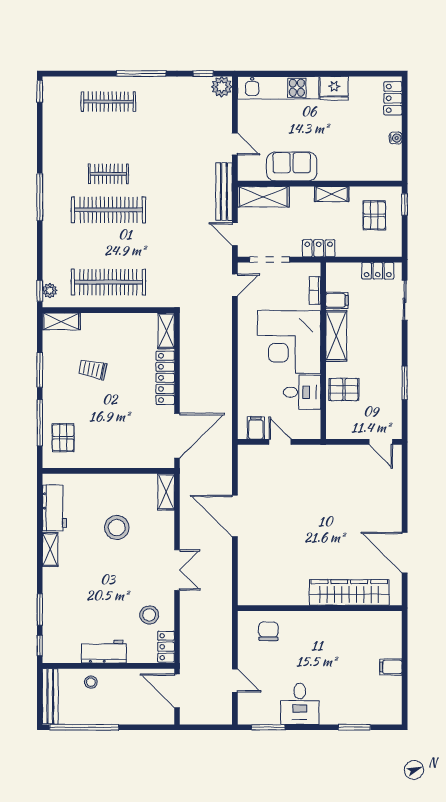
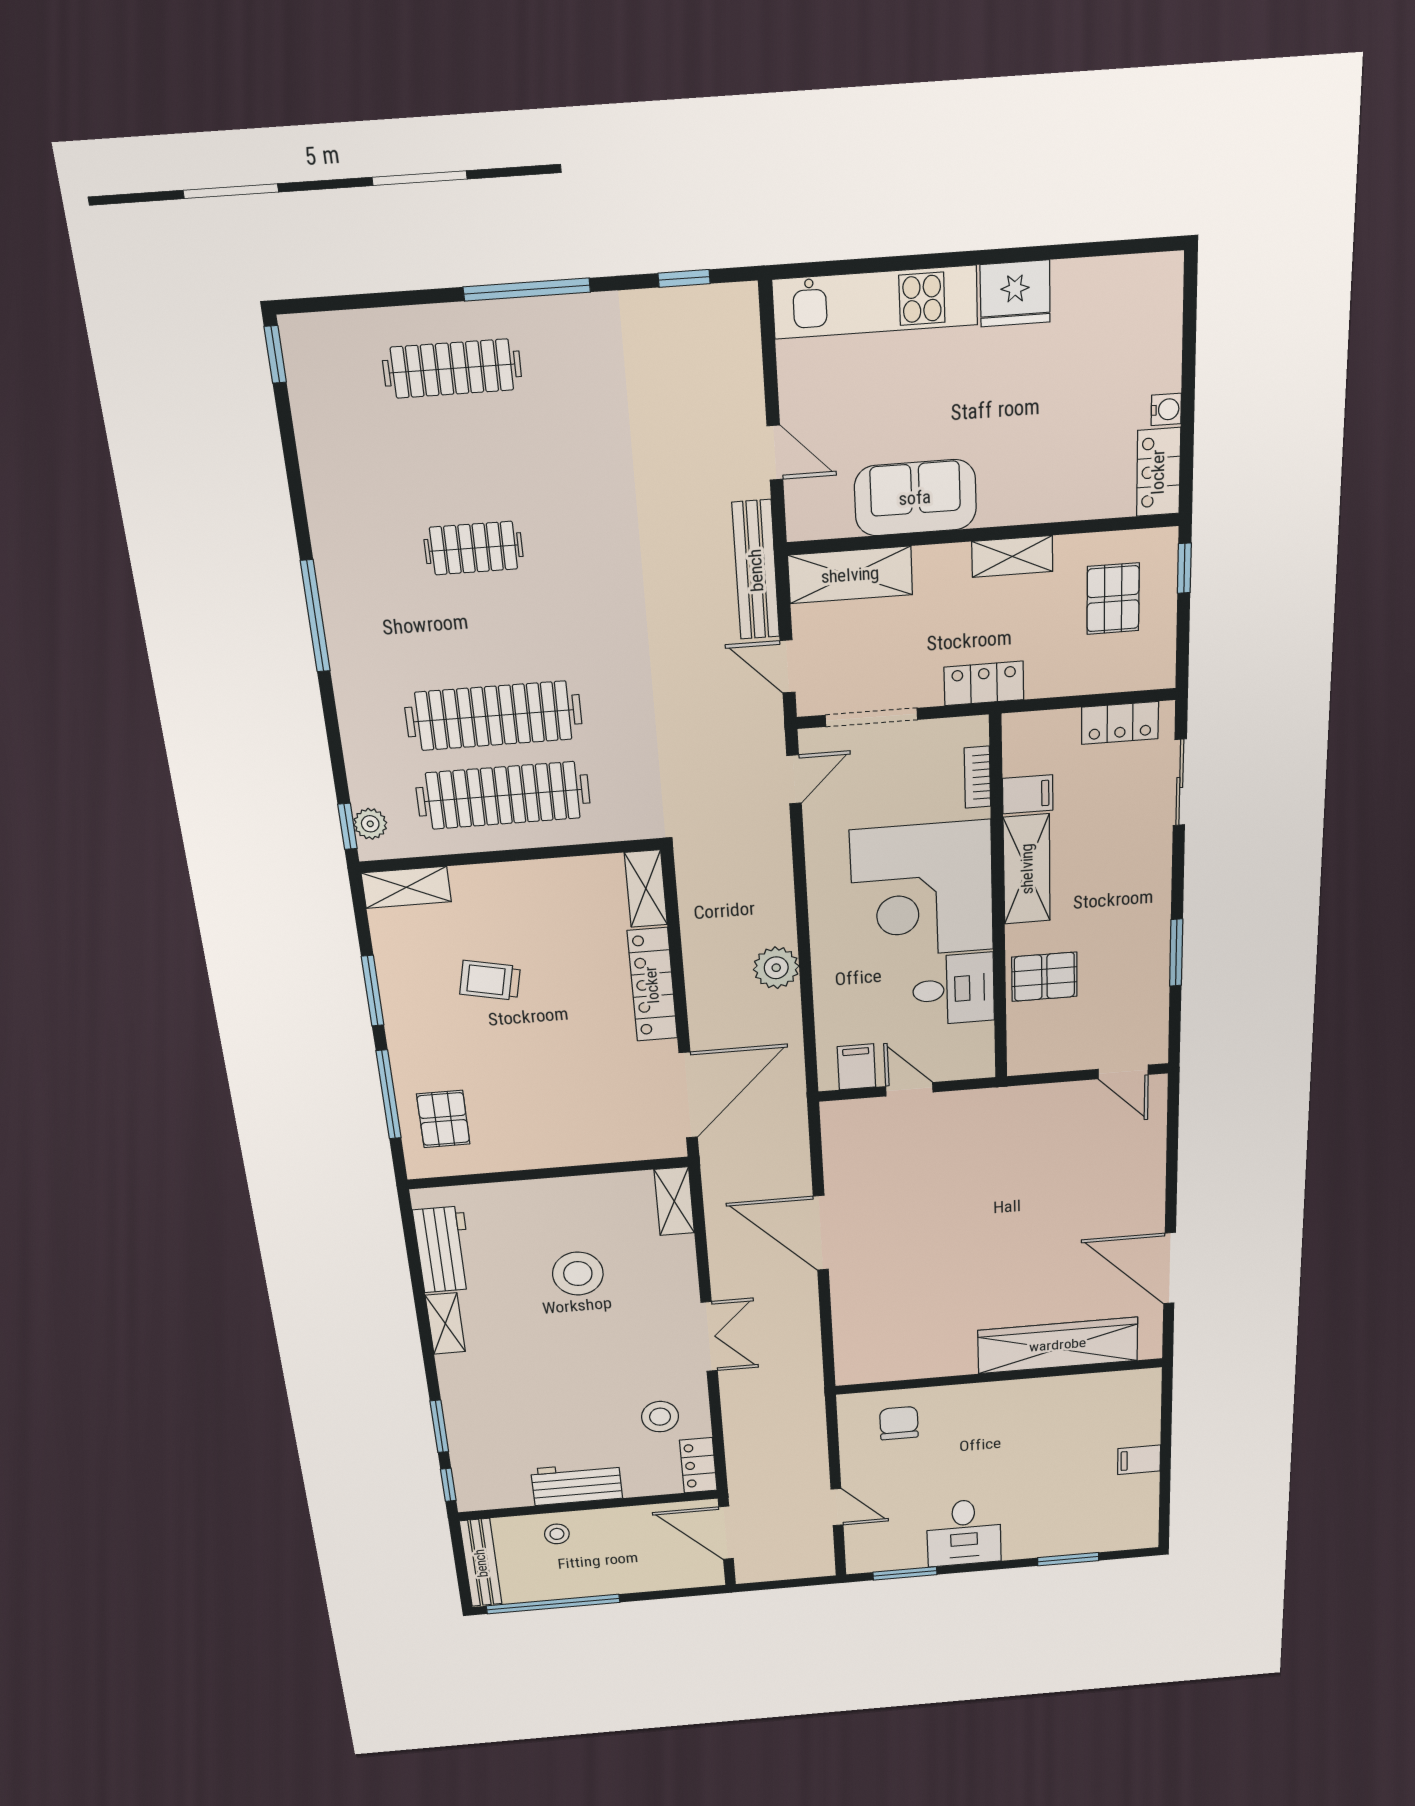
plant: (222, 87) -> (776, 968), moved
locker: (393, 98) -> (1158, 472), moved
clothes rail: (108, 210) -> (494, 716), moved

